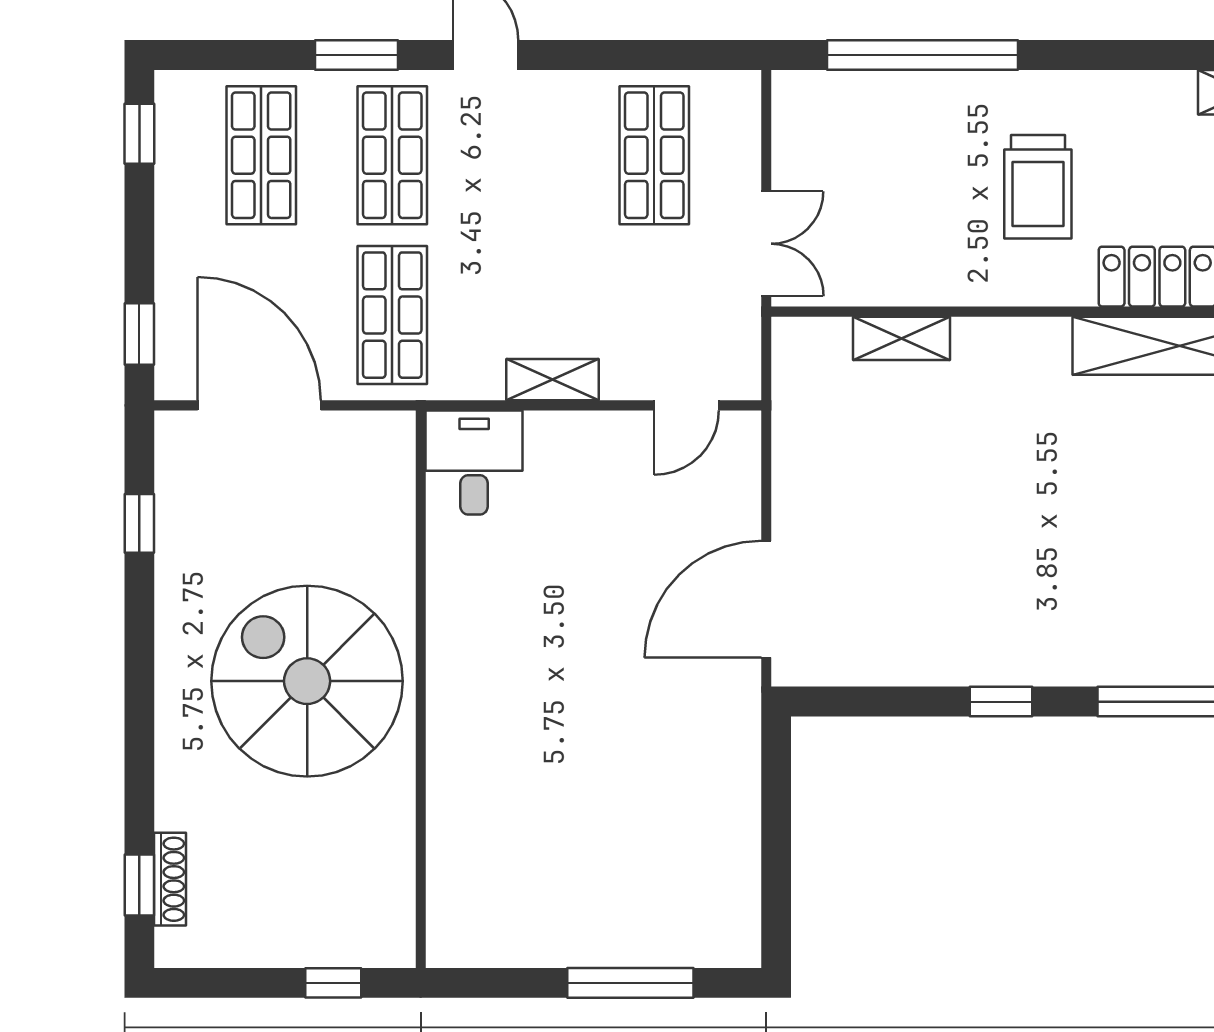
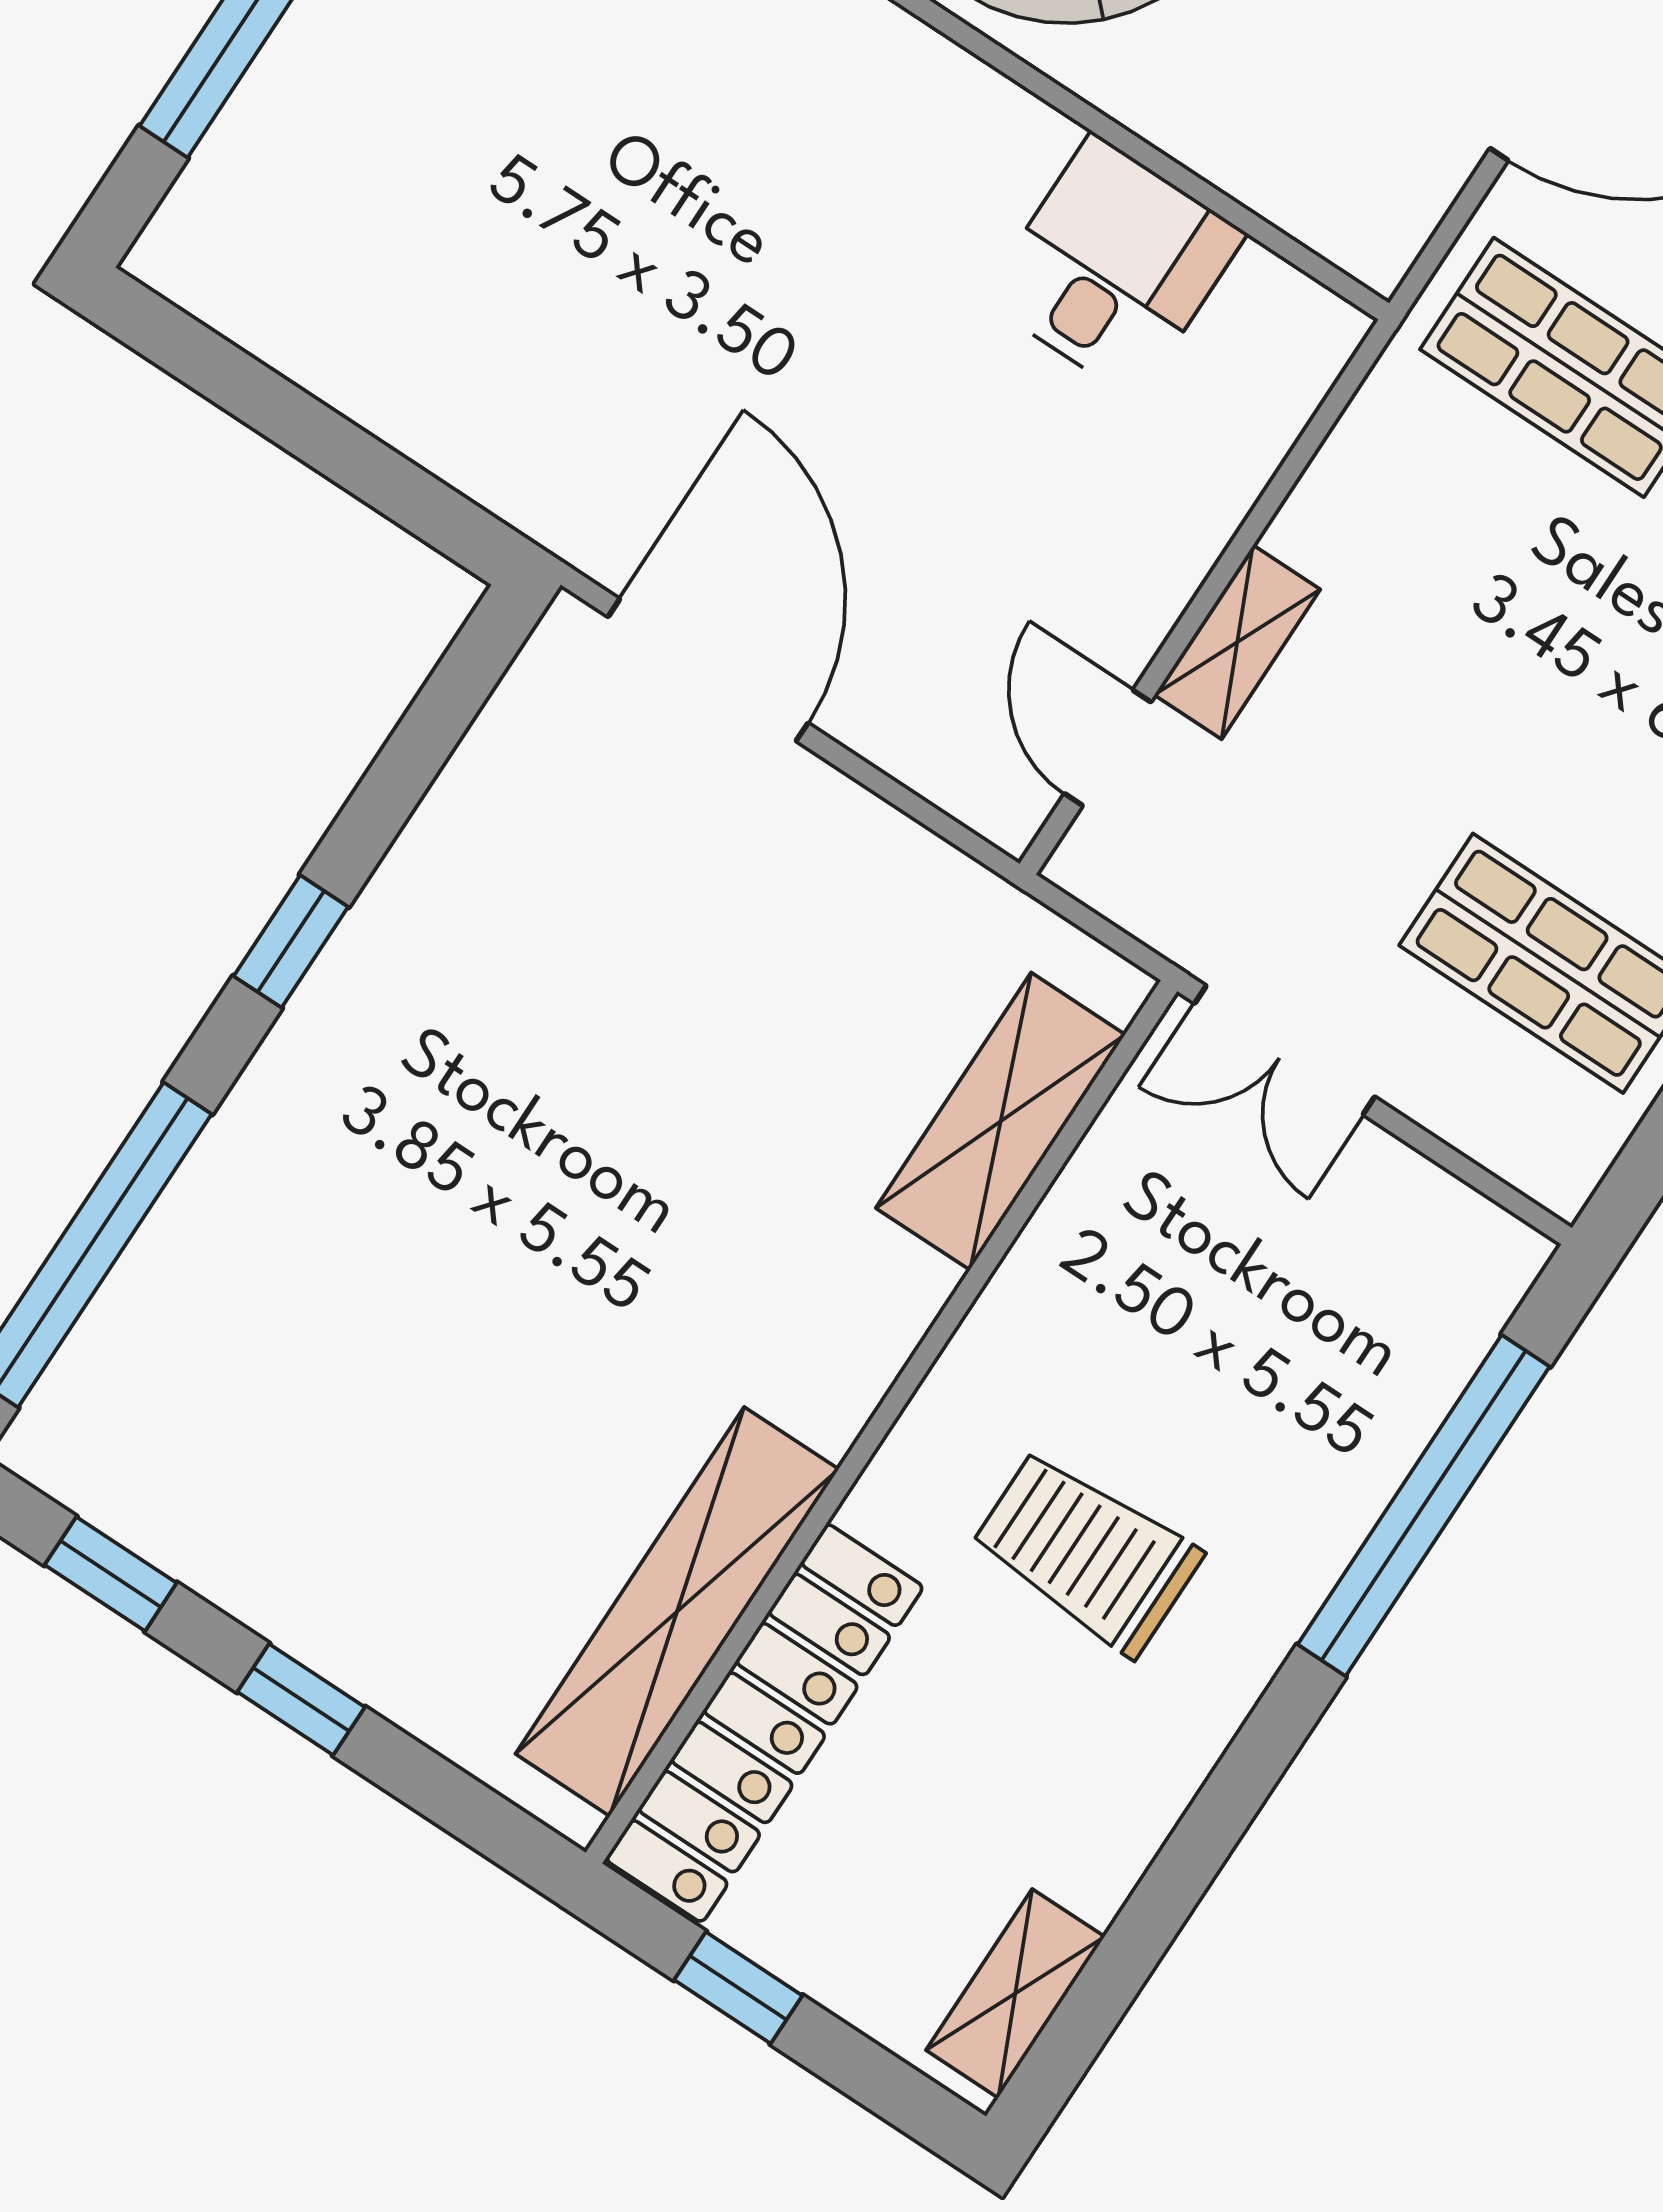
shelving: (901, 338) -> (1001, 1121), width x1.50, depth x1.33
shelving: (552, 380) -> (1237, 642), moved
desk: (474, 463) -> (1114, 266), moved, turned -90

